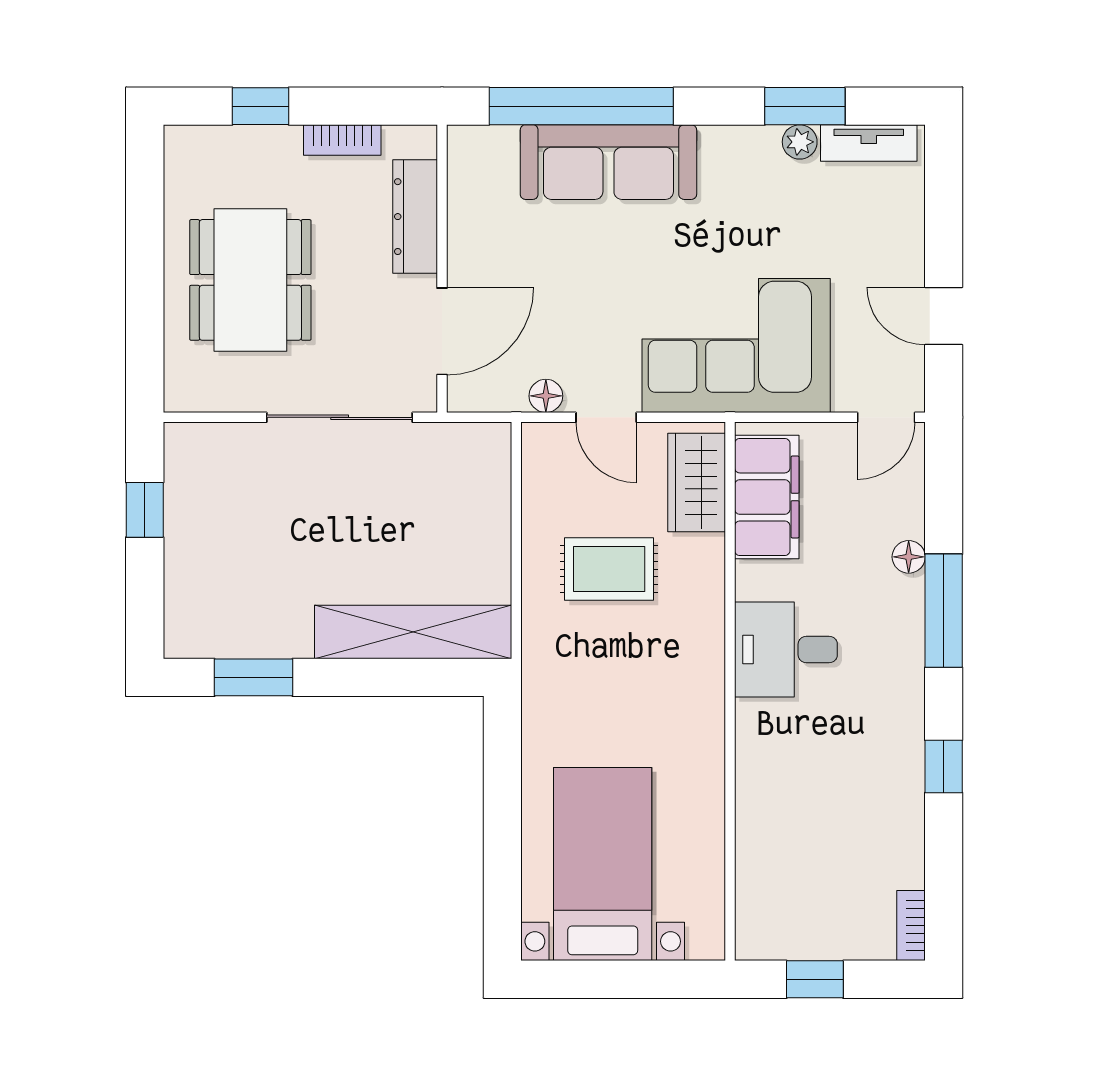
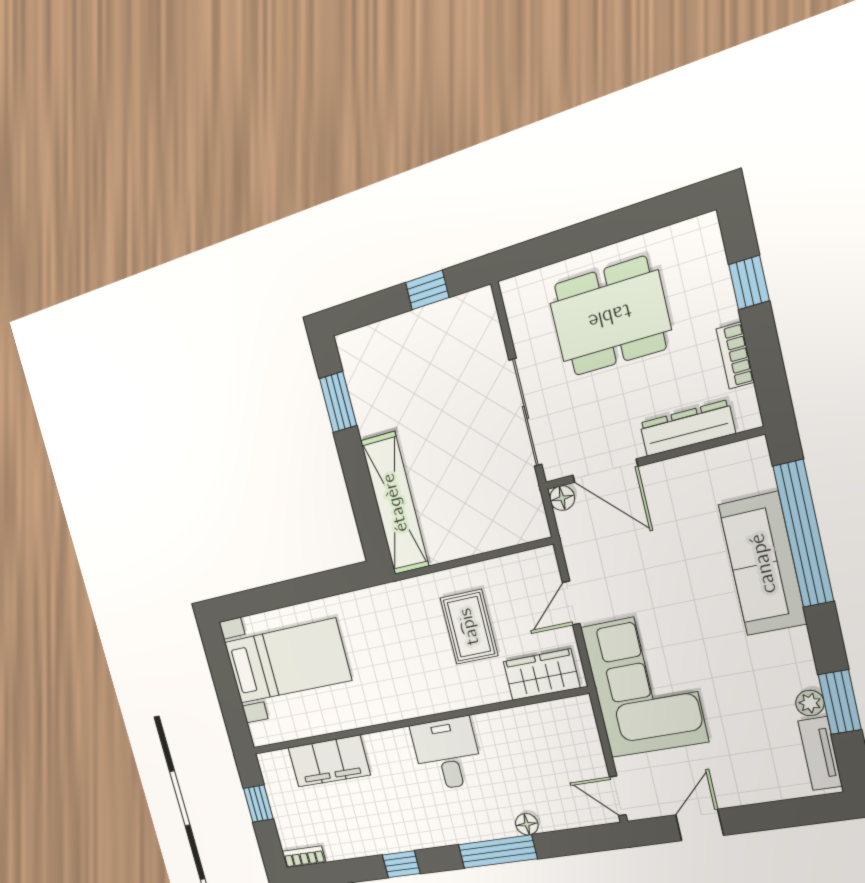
floor lamp: (546, 396) -> (562, 498), moved
filing cabinet: (767, 497) -> (329, 761), moved

